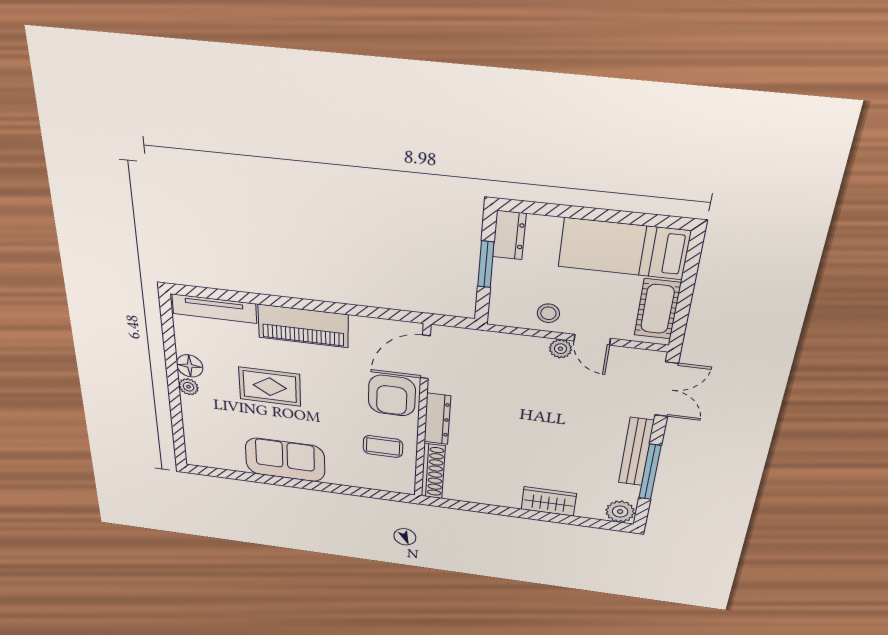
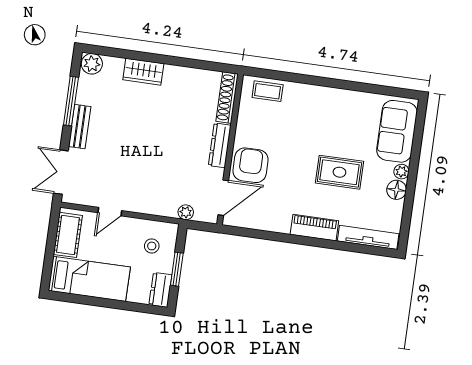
stool: (548, 313) -> (152, 246), moved
piano: (303, 326) -> (314, 228), width x0.73, depth x0.75
door: (592, 340) -> (110, 212), swing flipped
plant: (561, 349) -> (186, 212), moved
coffee table: (383, 446) -> (268, 91), moved
bench: (636, 452) -> (80, 127), width x0.73
sofa: (285, 460) -> (397, 131), moved, turned 90

